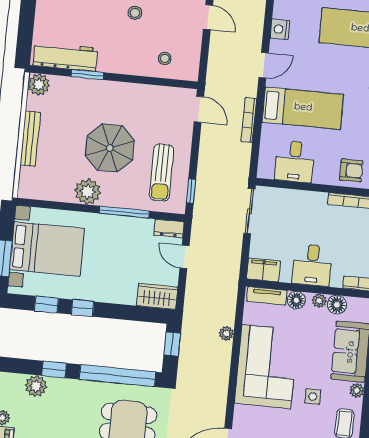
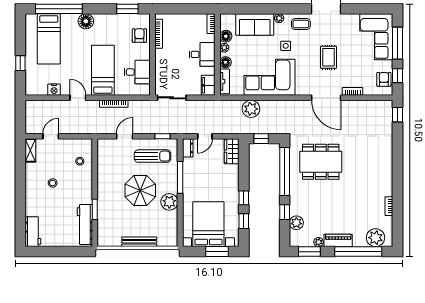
plant: (39, 85) -> (104, 240), removed
door: (199, 109) -> (125, 136), moved
plant: (226, 333) -> (251, 109), width x1.88, depth x1.88

